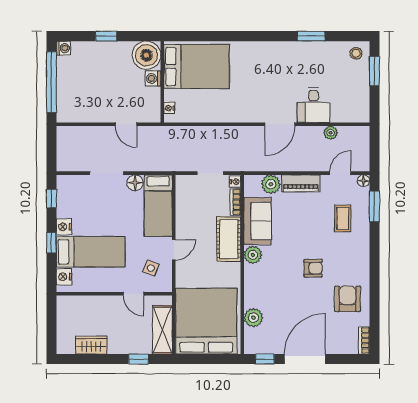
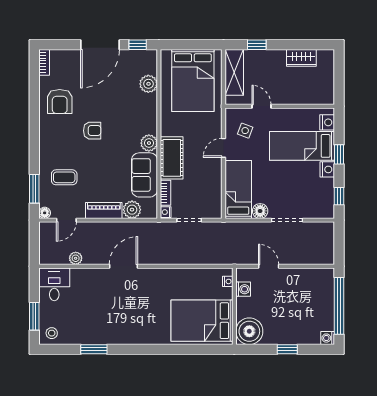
washing machine: (153, 79) -> (243, 289), moved
desk: (314, 105) -> (54, 284), moved
coffee table: (343, 218) -> (64, 177), turned 90
armchair: (313, 268) -> (92, 131), turned 180
bed: (206, 321) -> (193, 80), width x0.73

